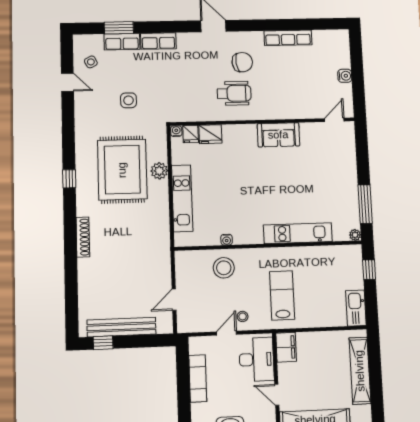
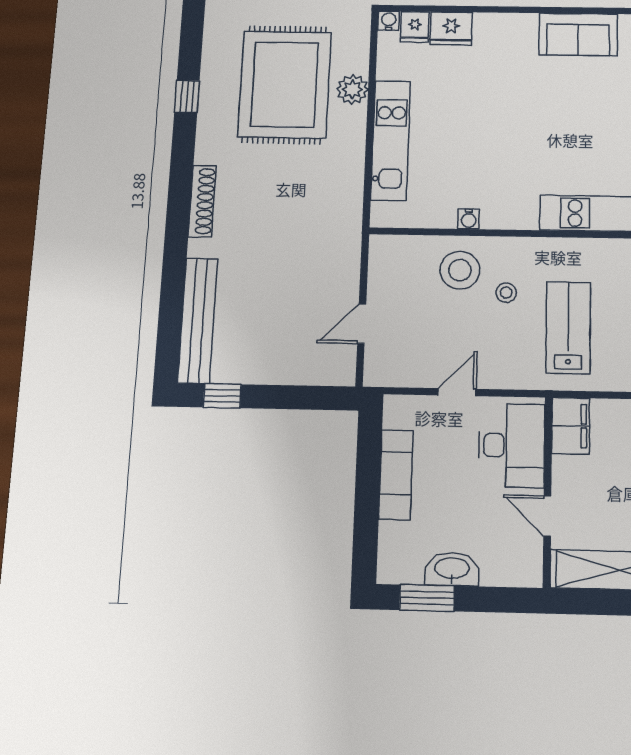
stool: (243, 316) -> (506, 293), moved
bench: (121, 327) -> (198, 320), moved, turned 90

